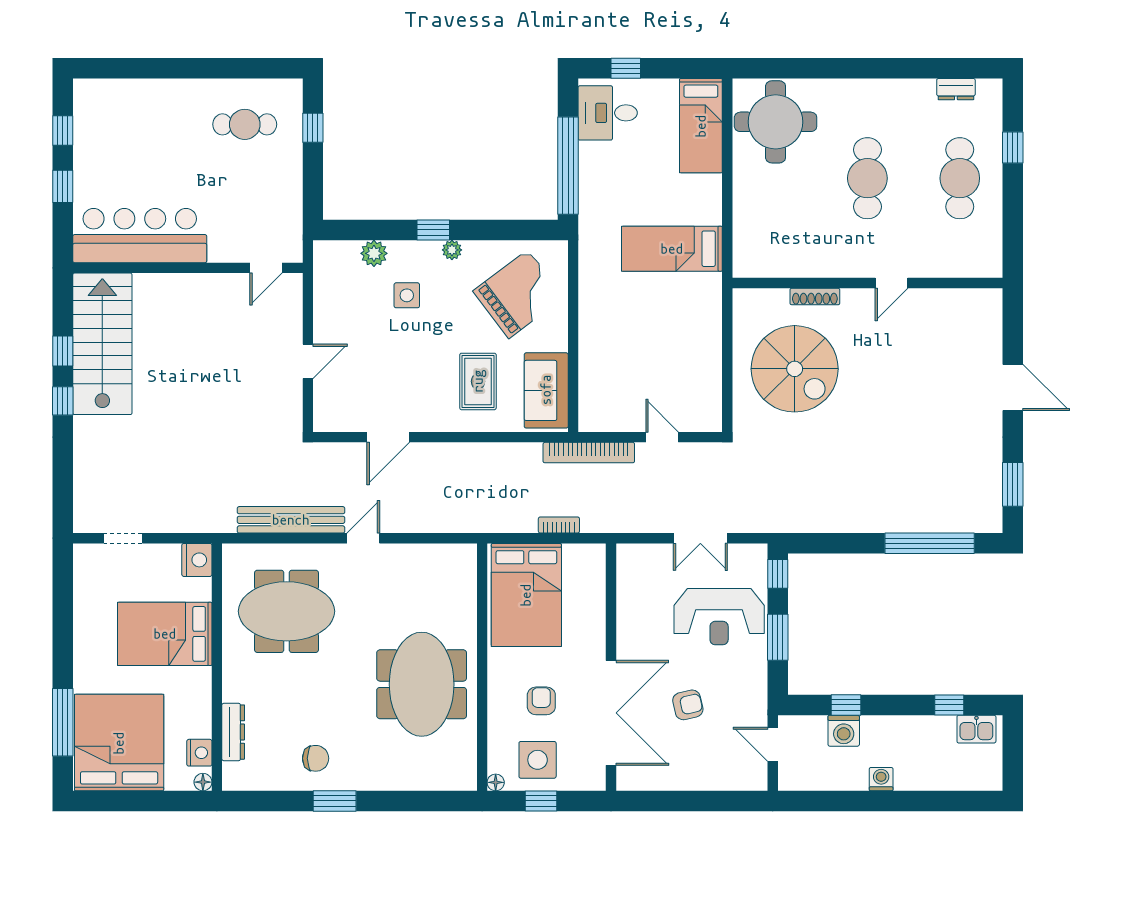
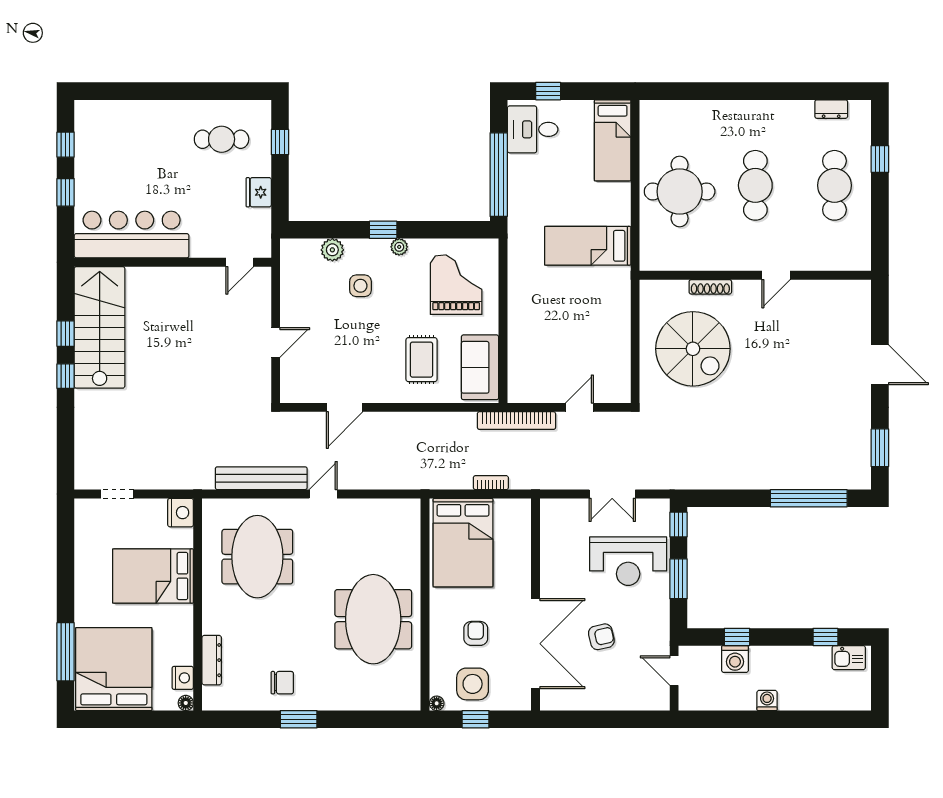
round table: (776, 122) -> (680, 192), moved
fridge: (288, 186) -> (259, 192), added
grand piano: (518, 294) -> (456, 285), turned -53
door: (662, 437) -> (579, 407), hinge flipped
meeting table: (286, 611) -> (257, 557), turned 90

